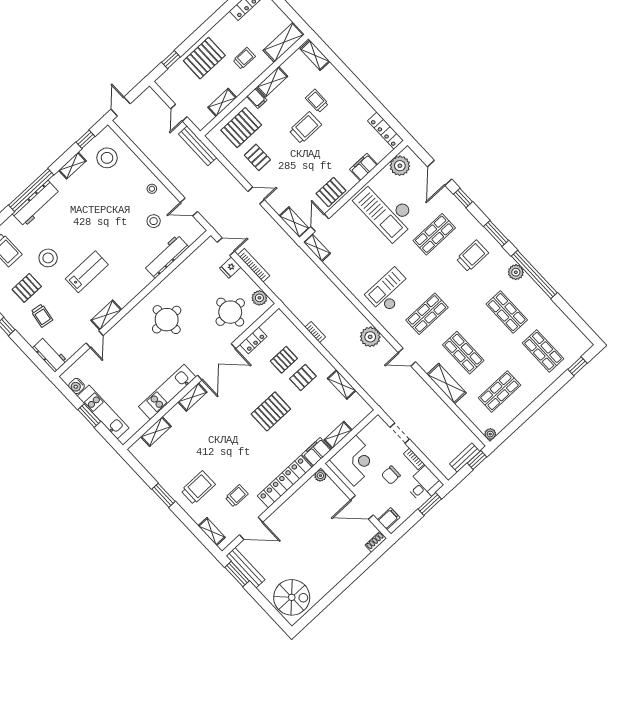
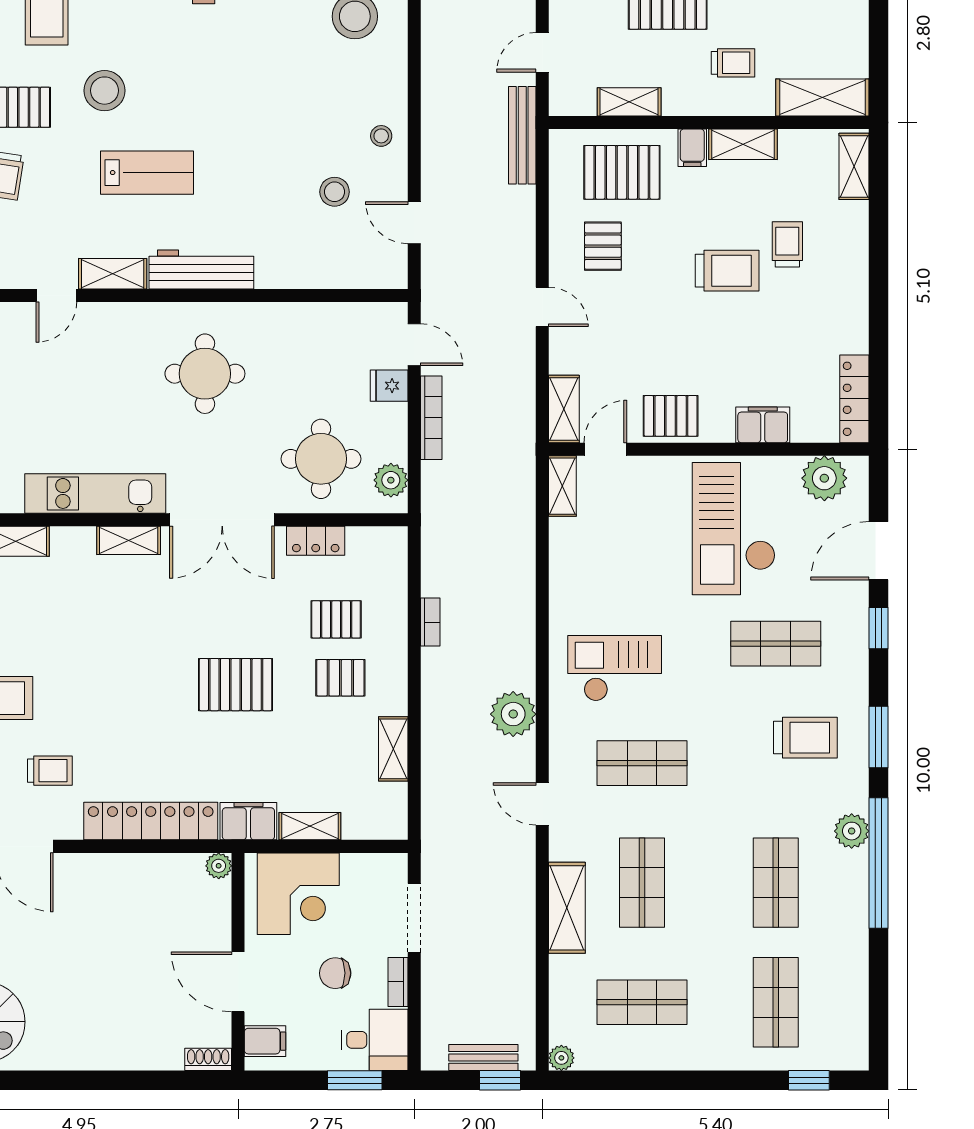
workbench: (166, 257) -> (201, 269), moved
doorway: (400, 433) -> (414, 918), width x1.38

